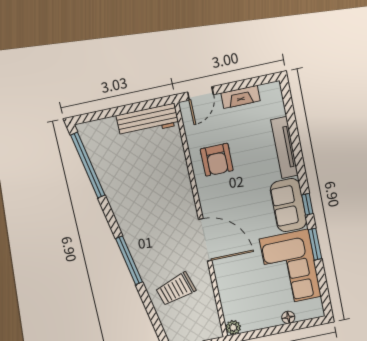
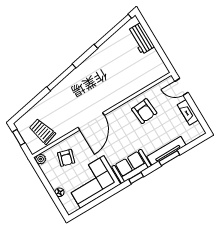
workbench: (147, 120) -> (141, 39), moved, width x0.73
armchair: (217, 160) -> (144, 111), turned -95
window: (315, 244) -> (169, 158), moved
trolley: (176, 289) -> (42, 131), moved
armchair: (244, 292) -> (66, 158), added

